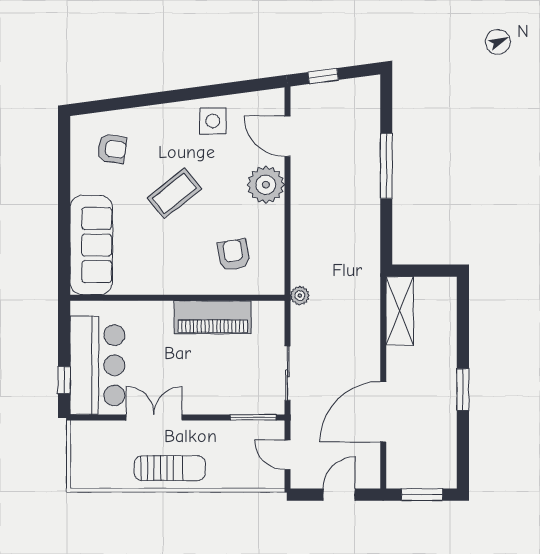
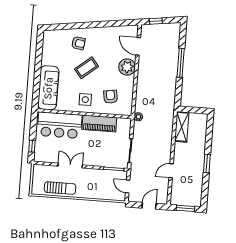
side table: (213, 121) -> (85, 100), moved
armchair: (112, 149) -> (78, 43), moved
bar counter: (97, 365) -> (60, 125), moved, turned 90
door: (383, 412) -> (171, 171), width x0.53
sun lounger: (170, 468) -> (60, 188), moved

